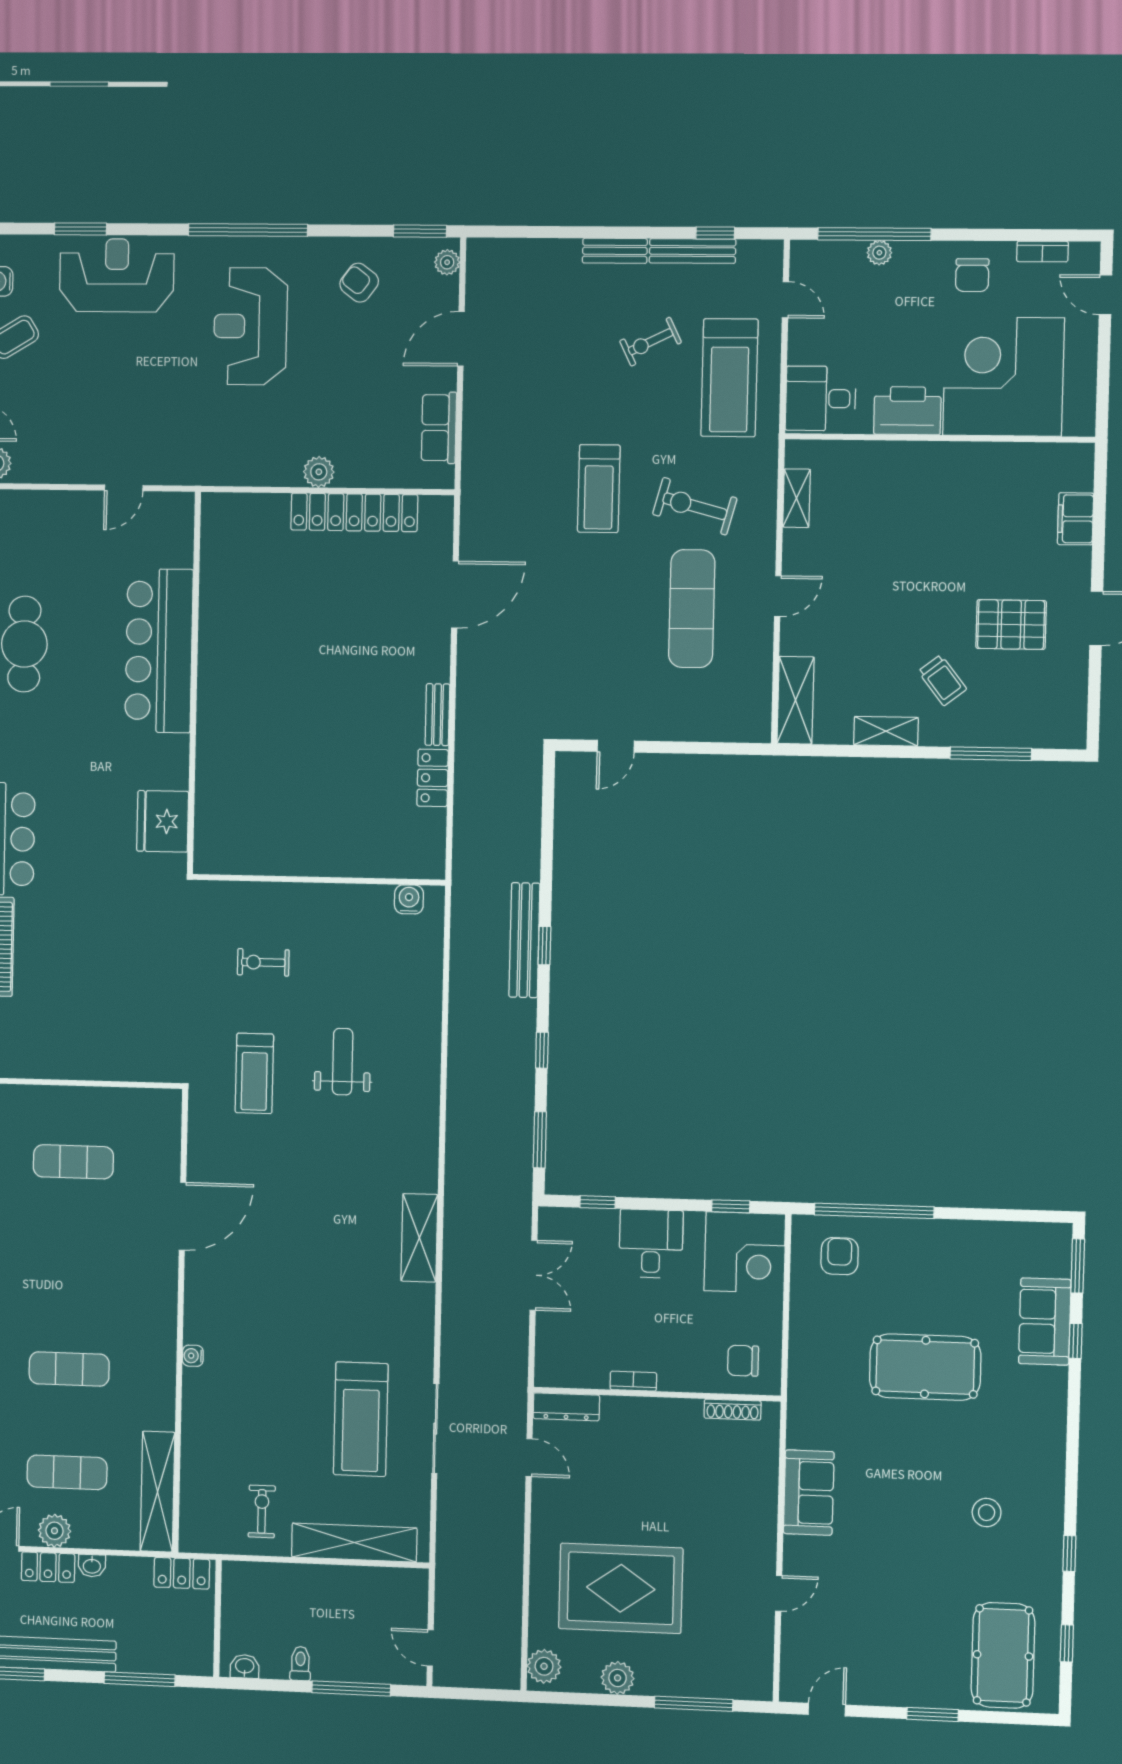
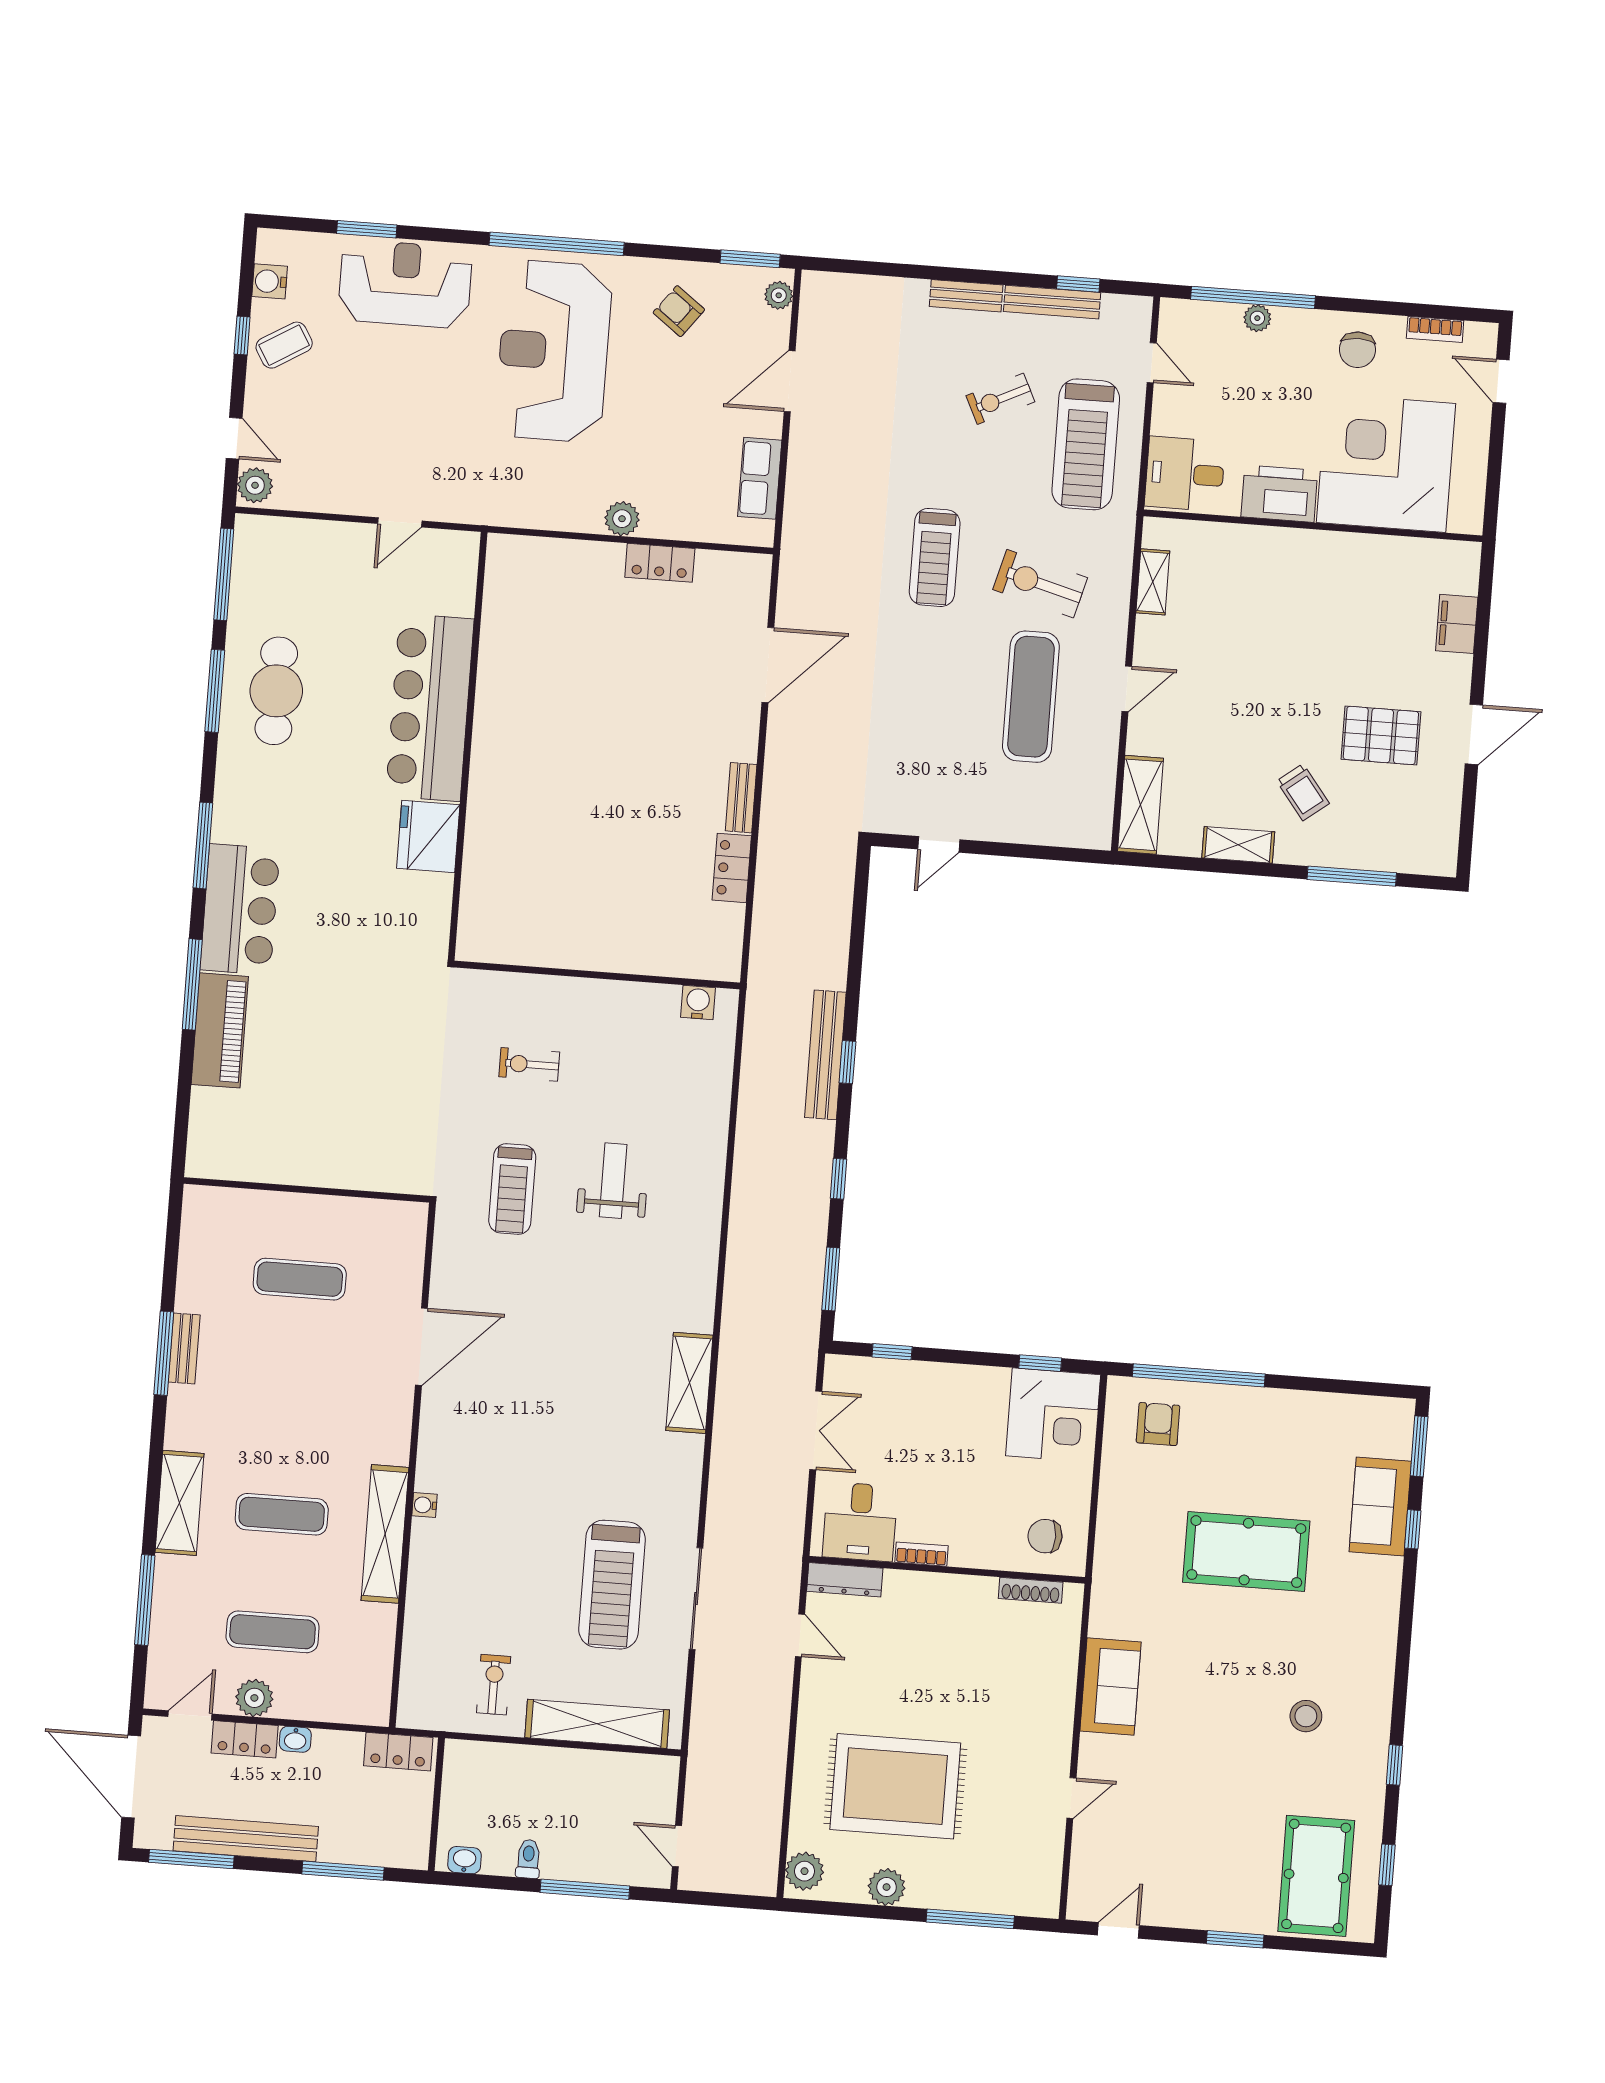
reception desk: (250, 326) -> (554, 351), width x1.36, depth x1.30
locker: (354, 512) -> (660, 563), width x0.46, depth x0.83
fridge: (163, 821) -> (428, 837), moved
desk: (651, 1244) -> (860, 1522), moved, turned 180
shelving: (158, 1492) -> (385, 1534), moved

